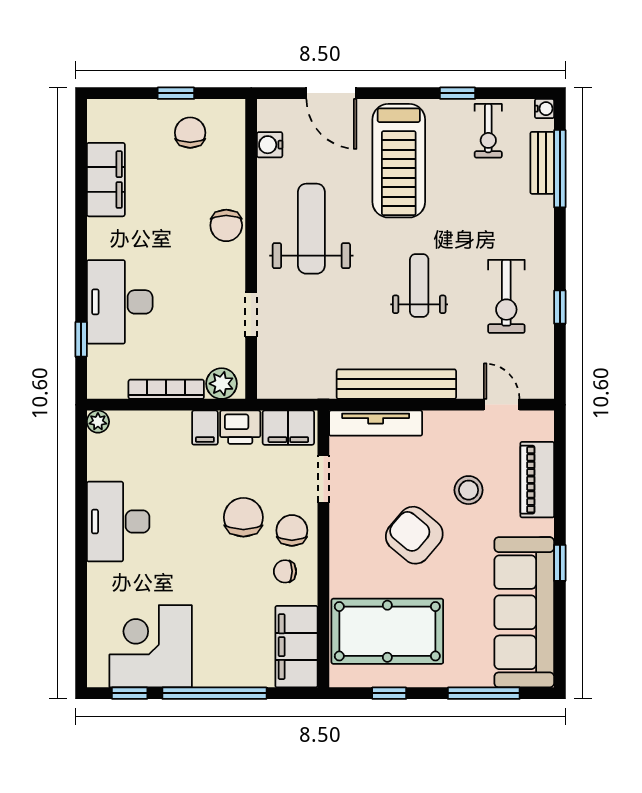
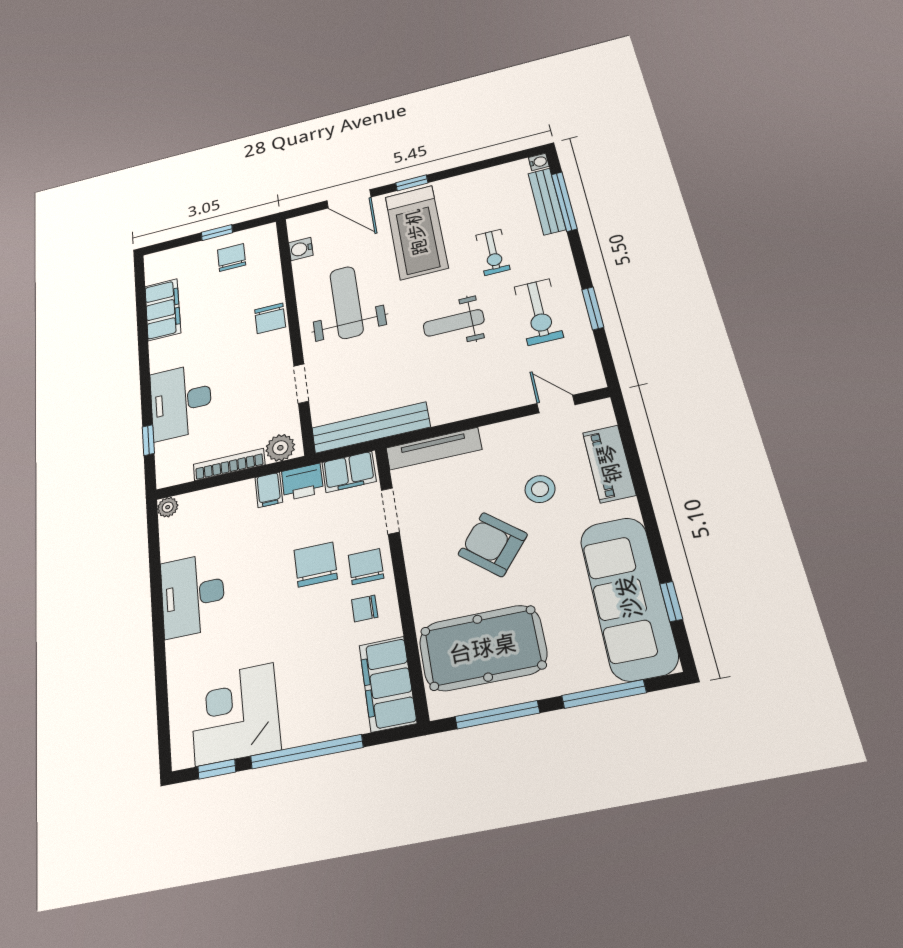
window: (458, 93) -> (412, 183), moved
exercise bike: (488, 131) -> (493, 252), moved
bench: (542, 163) -> (547, 201), width x1.36
weight bench: (419, 285) -> (454, 323), turned -90
window: (560, 307) -> (593, 308), width x1.50
bench: (396, 384) -> (371, 428), moved
window: (560, 563) -> (671, 601), moved
window: (389, 693) -> (497, 715), width x2.17

